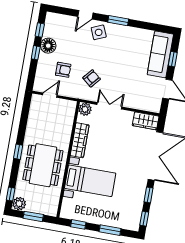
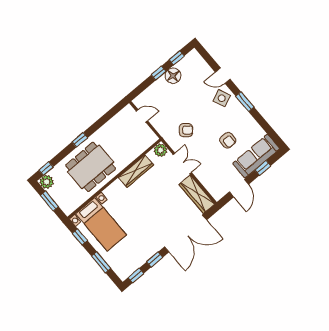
armchair: (63, 70) -> (228, 140), moved
wardrobe: (146, 121) -> (197, 194), width x1.50
bed with nightstands: (90, 181) -> (101, 224), moved

